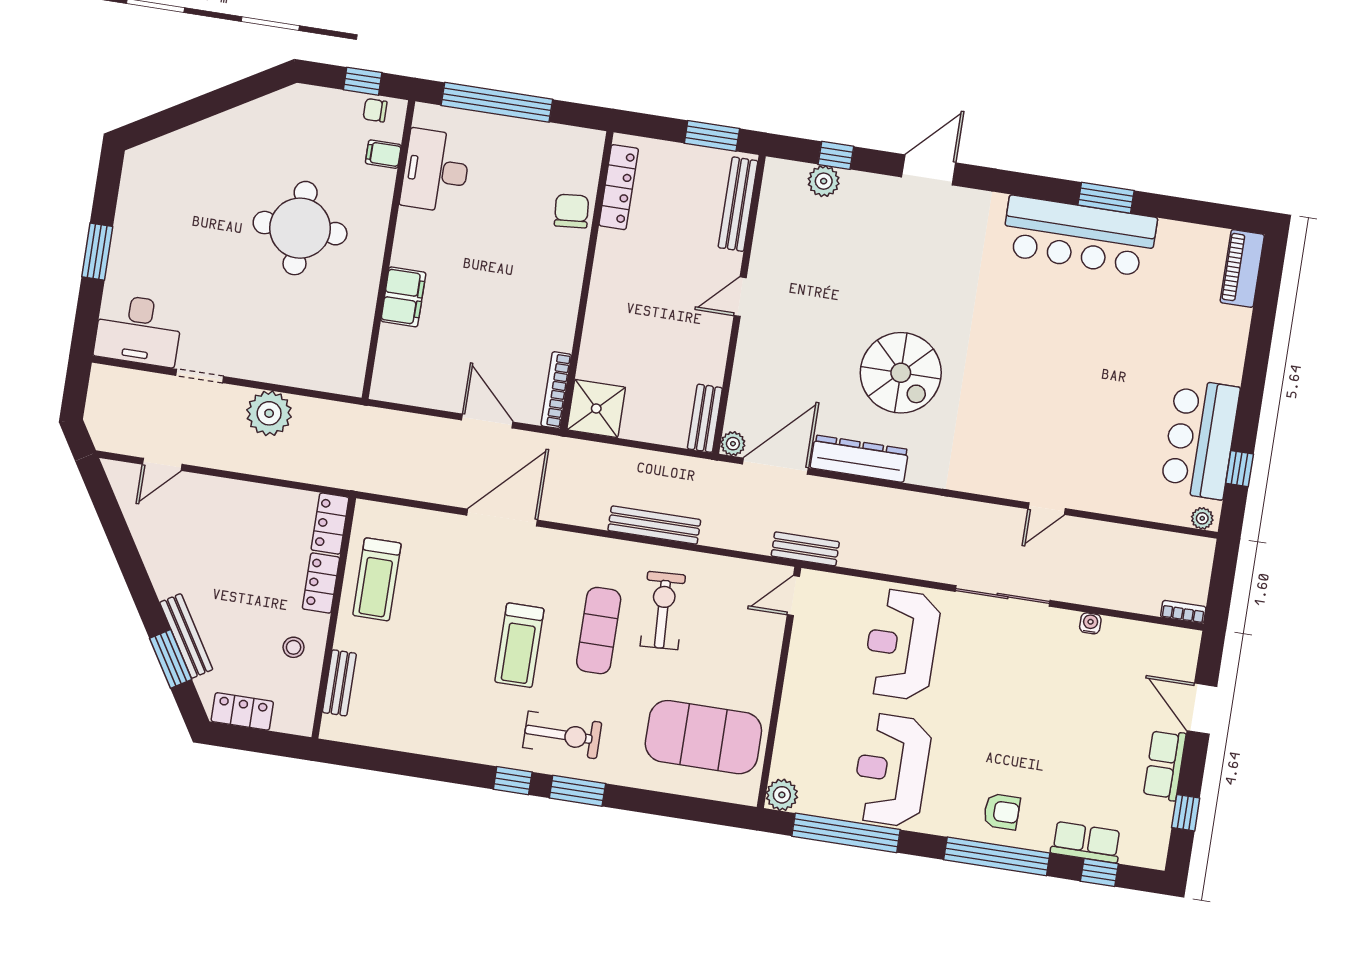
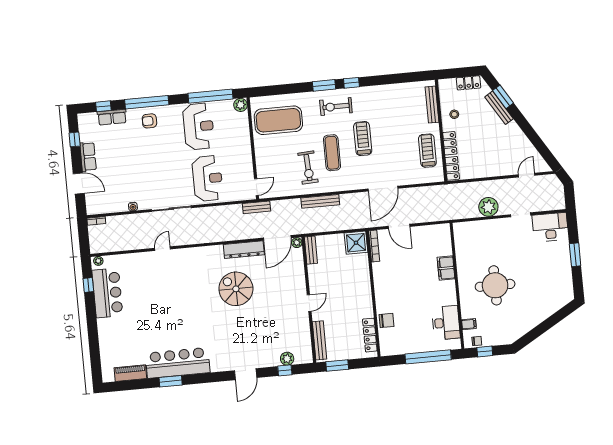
chair: (572, 211) -> (386, 320), turned -85
piano: (1242, 268) -> (130, 373), moved, turned -90
bench: (339, 683) -> (432, 105), width x1.36

